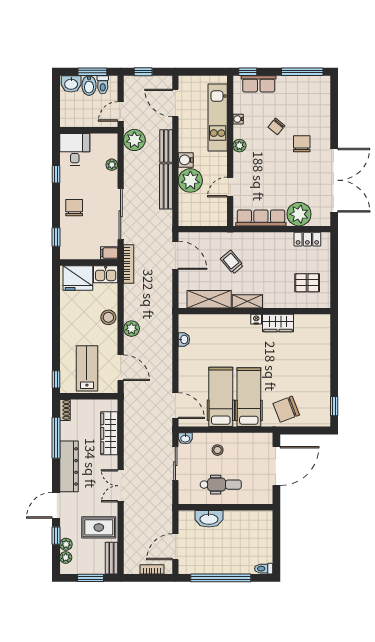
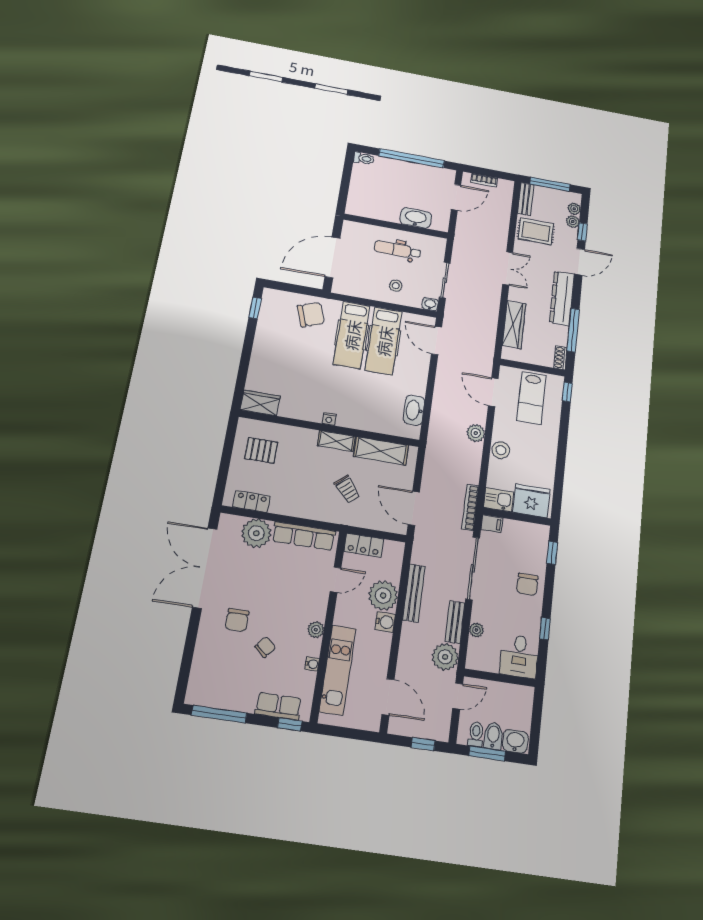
bench: (166, 146) -> (455, 622), moved
locker: (212, 218) -> (364, 545), added
wardrobe: (278, 323) -> (260, 403), moved
washbasin: (184, 339) -> (414, 410), width x1.91, depth x1.45
window: (91, 578) -> (550, 184), width x1.44

